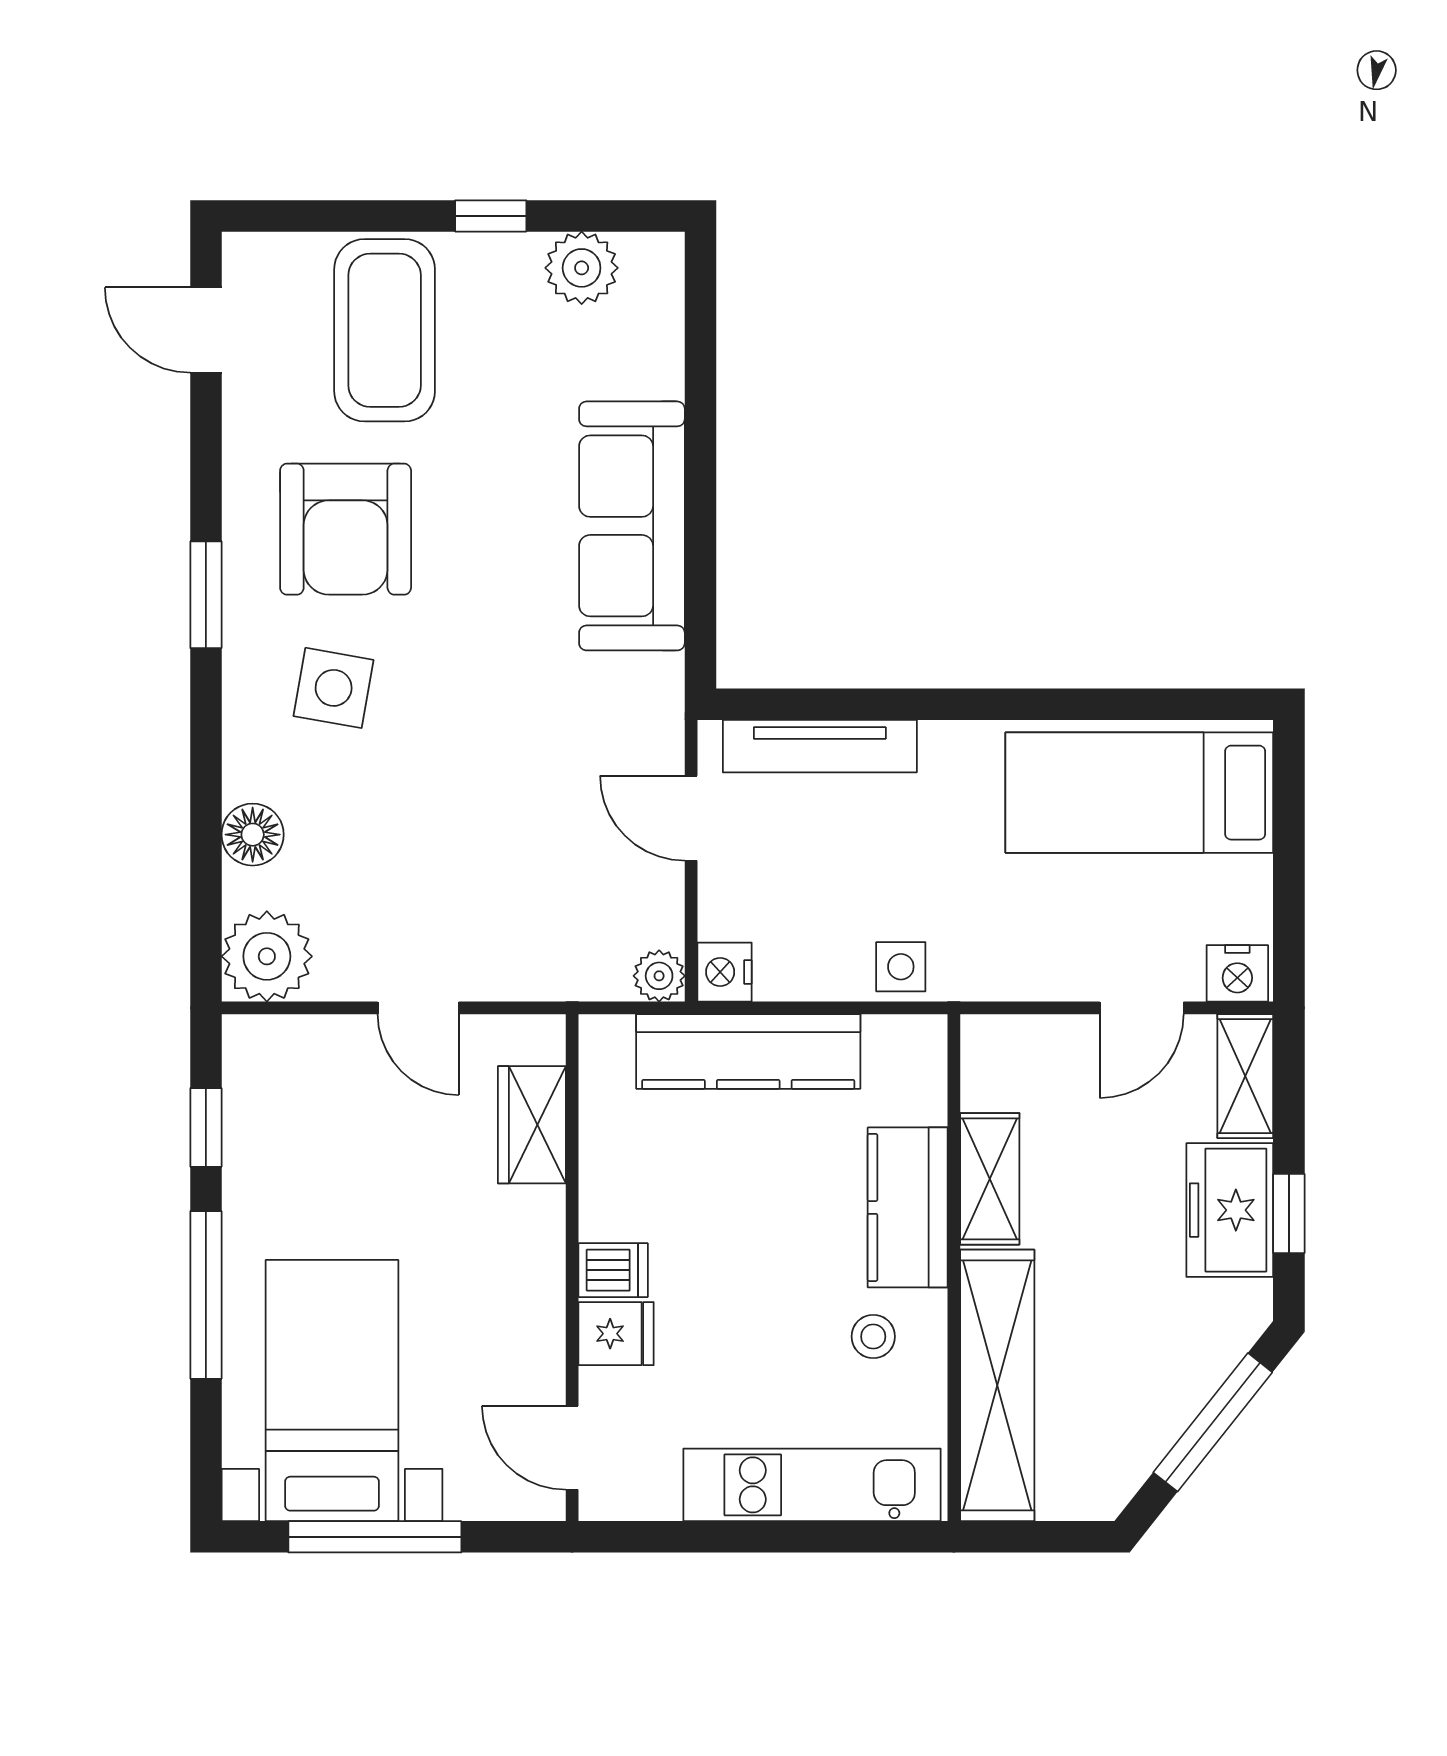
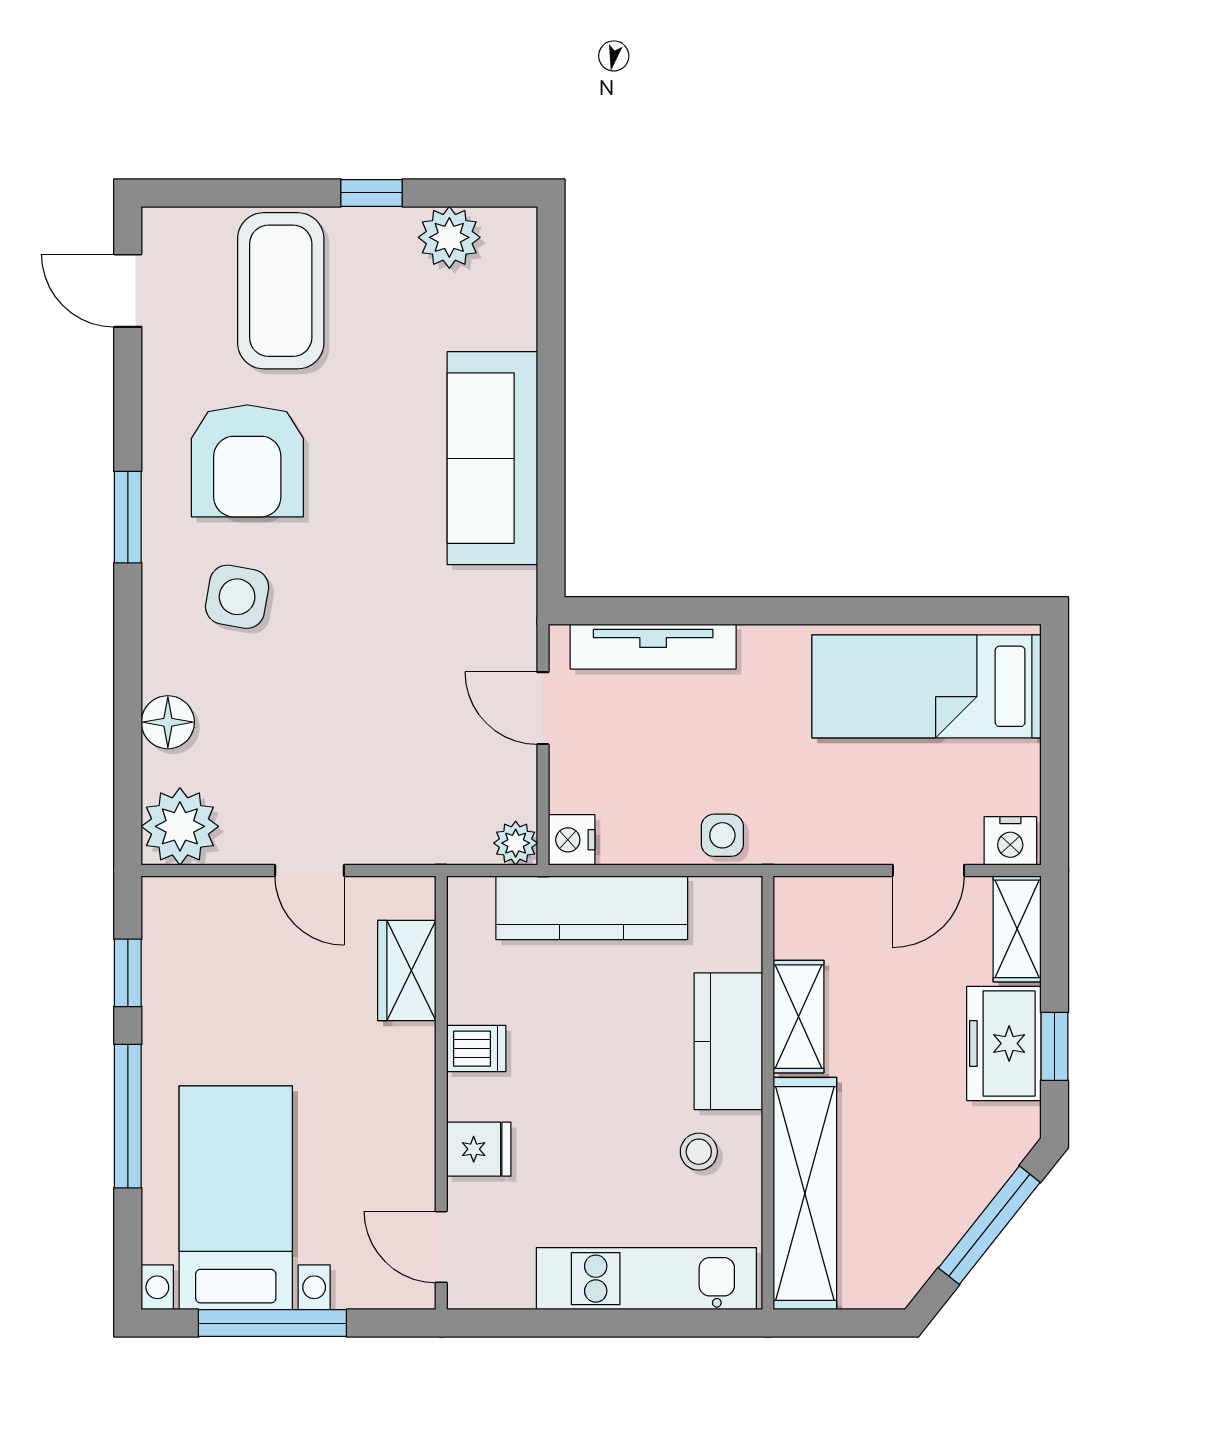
dishwasher: (613, 1270) -> (476, 1049), moved

